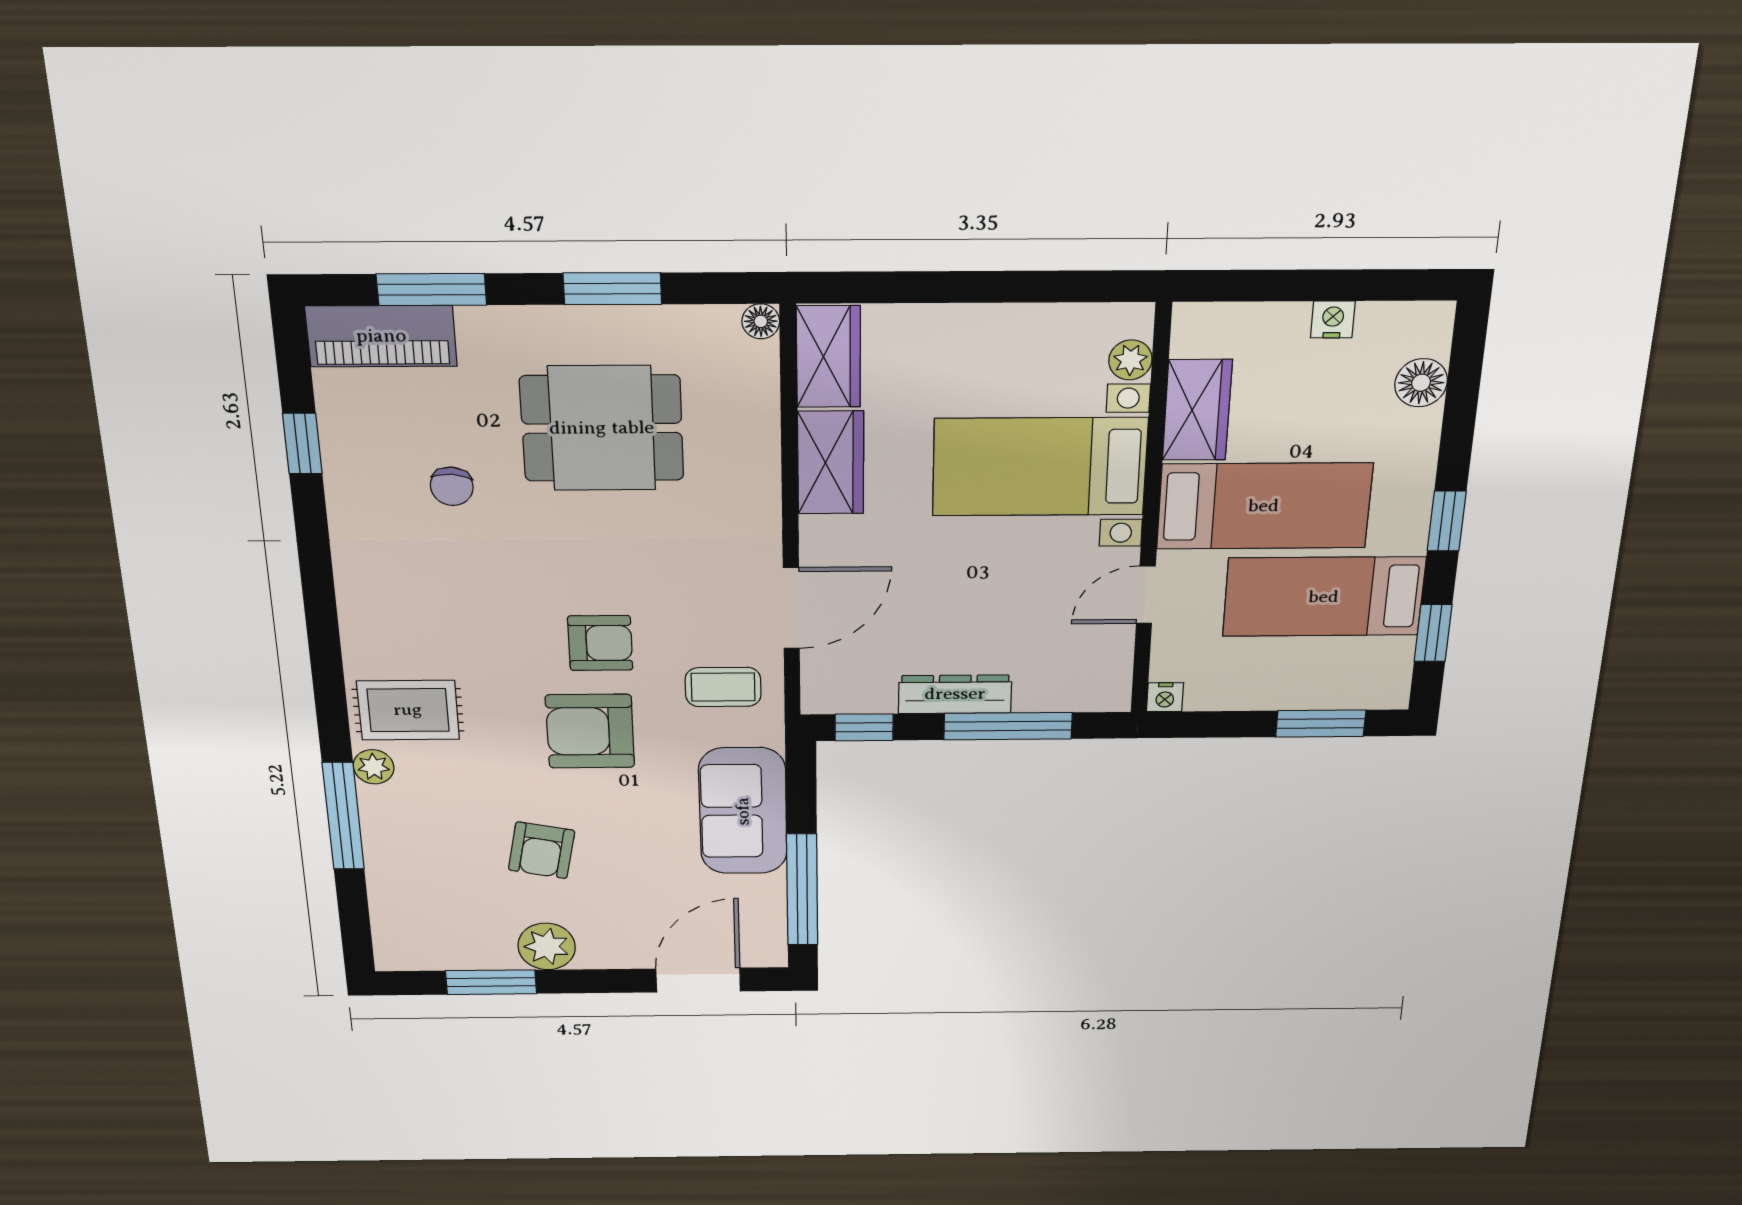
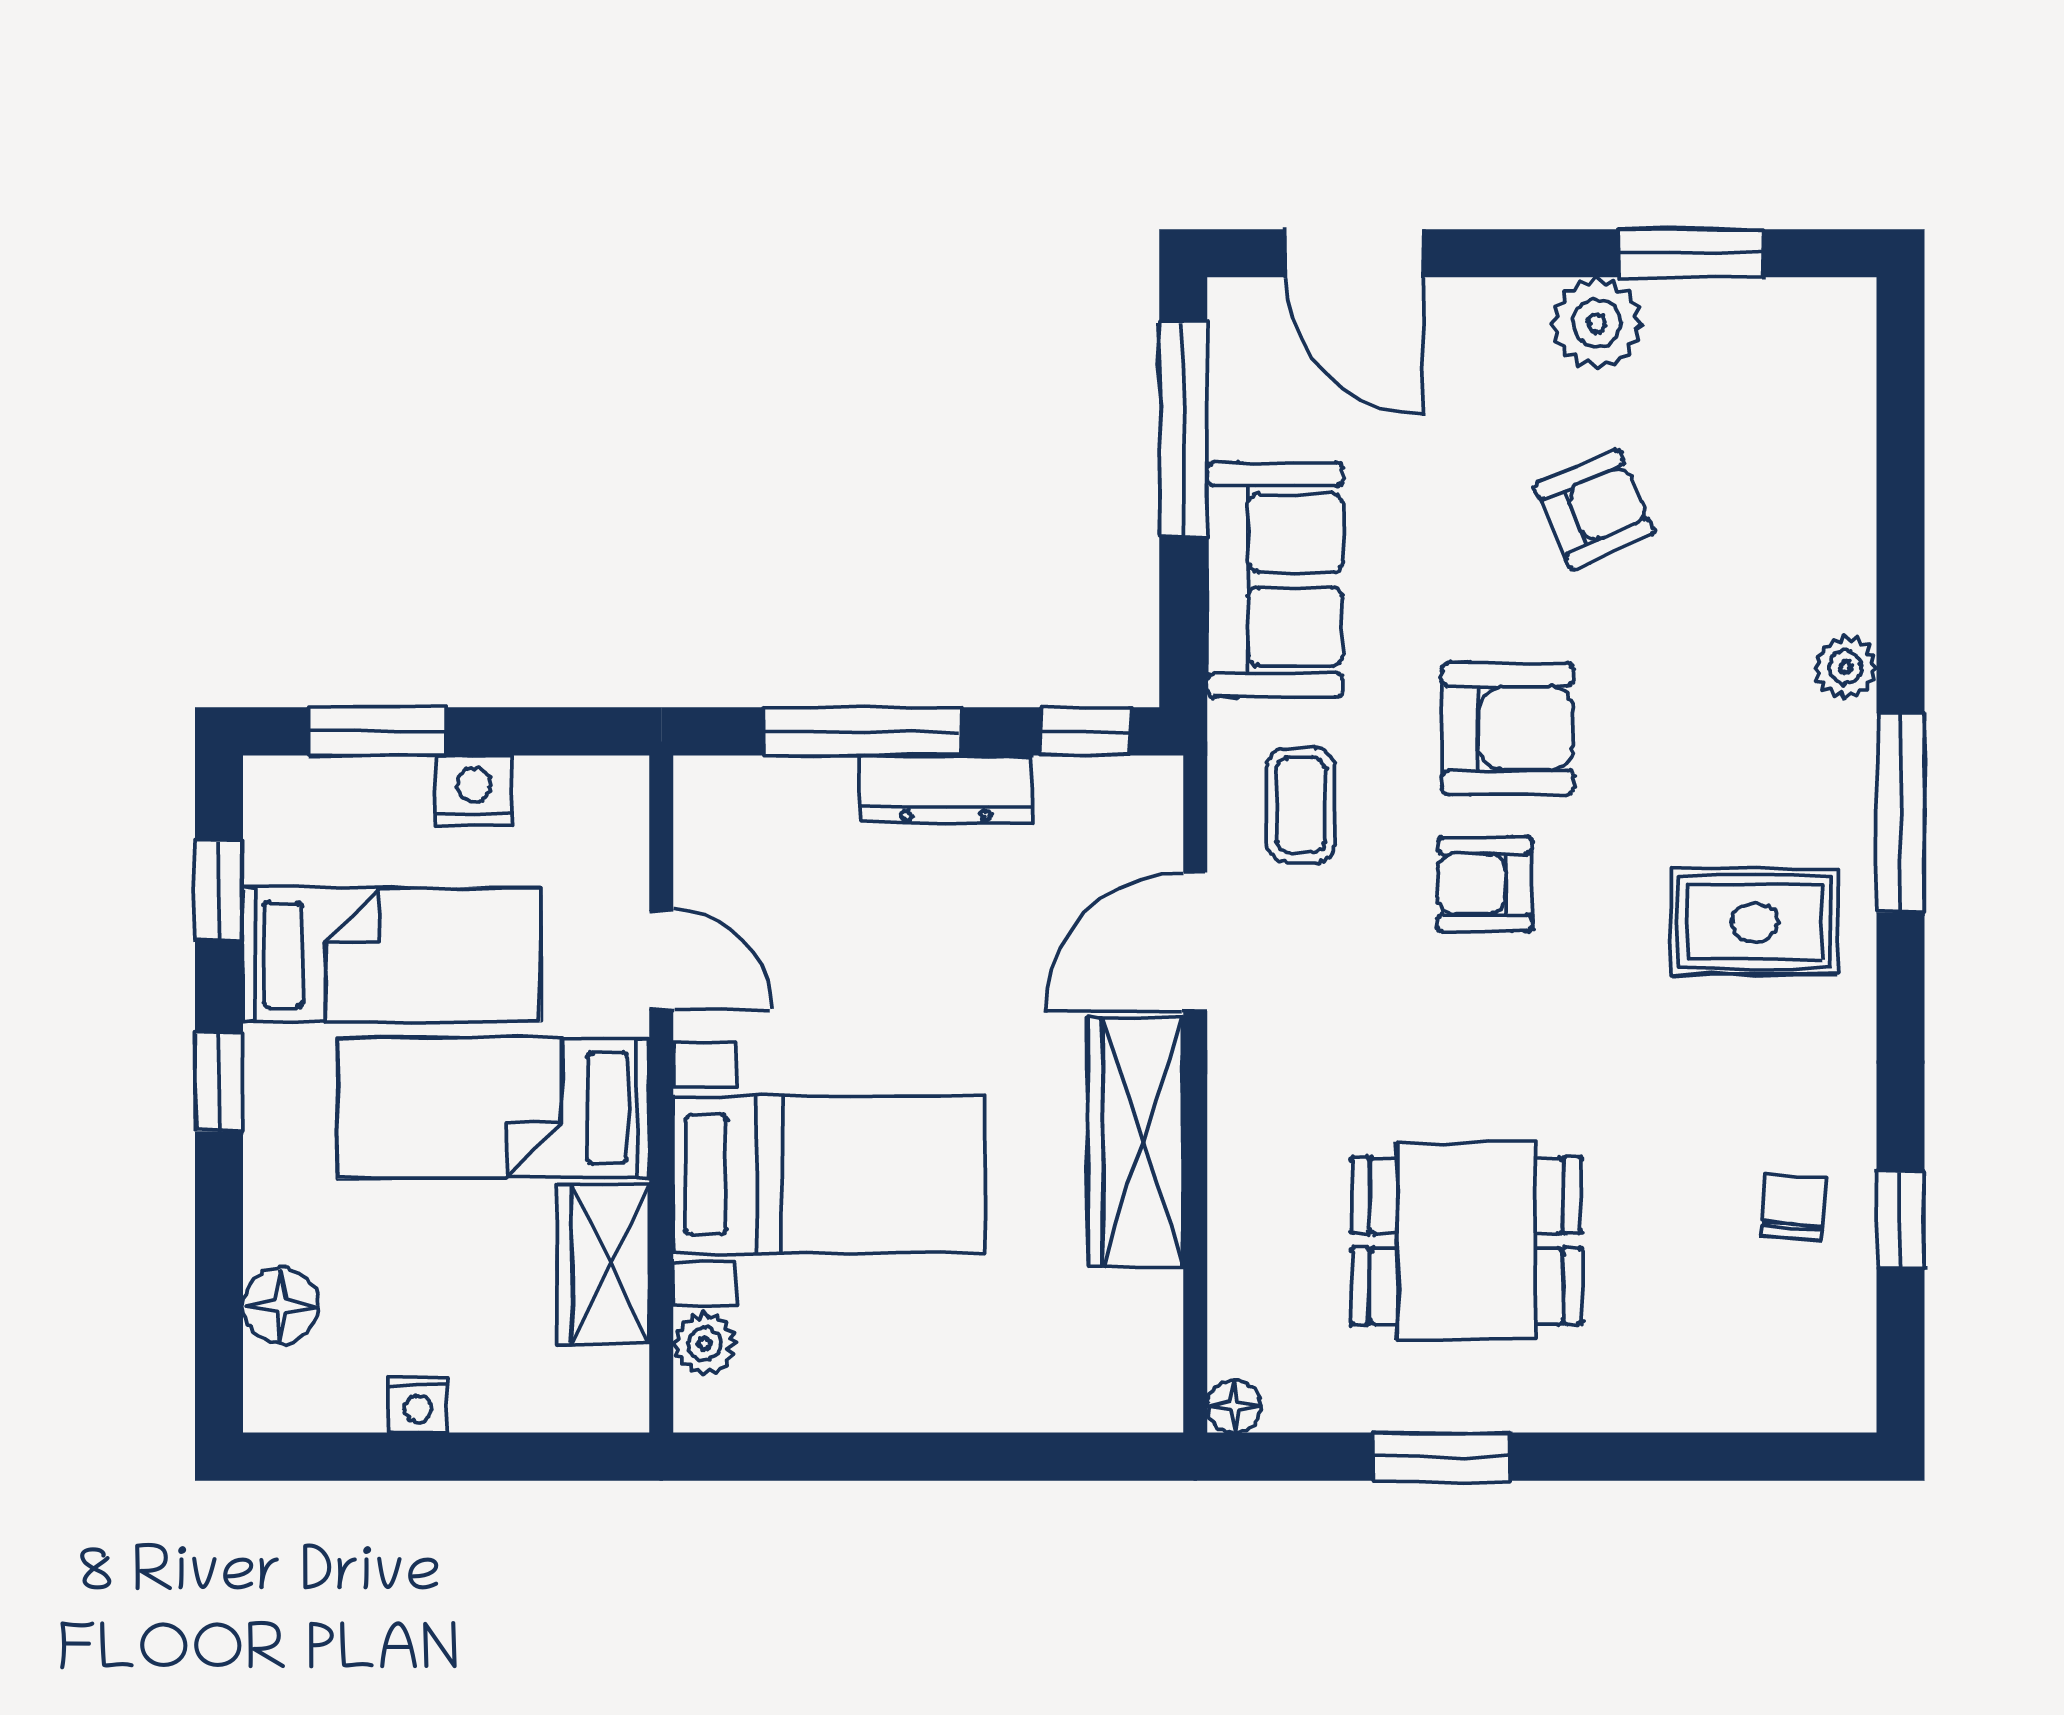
window: (431, 289) -> (1696, 1457), removed
piano: (381, 336) -> (1773, 1386), removed
wardrobe: (829, 357) -> (1138, 1351), removed
wardrobe: (831, 463) -> (1135, 1142), width x1.50
chair: (452, 486) -> (1794, 1207), moved
door: (1146, 595) -> (661, 960), hinge flipped
coffee table: (723, 687) -> (1301, 805), turned 90
nightstand: (1165, 697) -> (474, 790), moved, width x1.39, depth x1.35
rug: (408, 710) -> (1755, 922), moved
window: (343, 816) -> (1901, 813), moved
armchair: (541, 850) -> (1595, 509), turned 55
door: (698, 980) -> (1354, 253), hinge flipped

